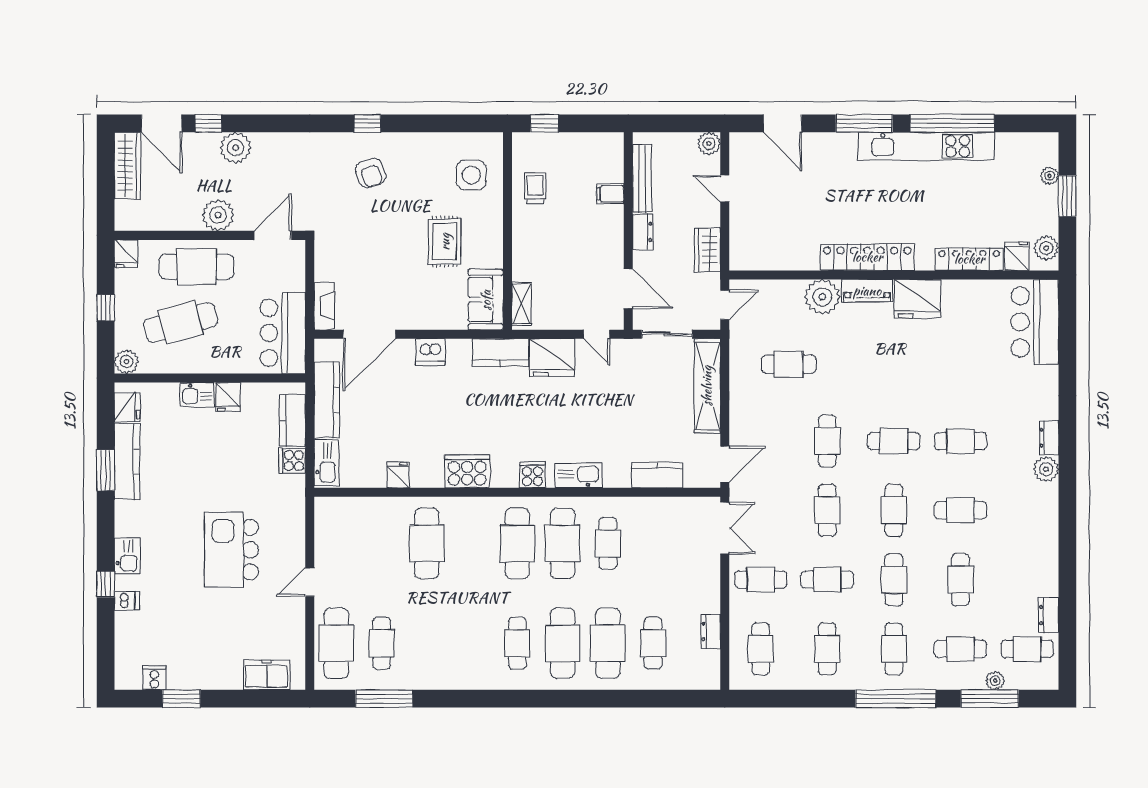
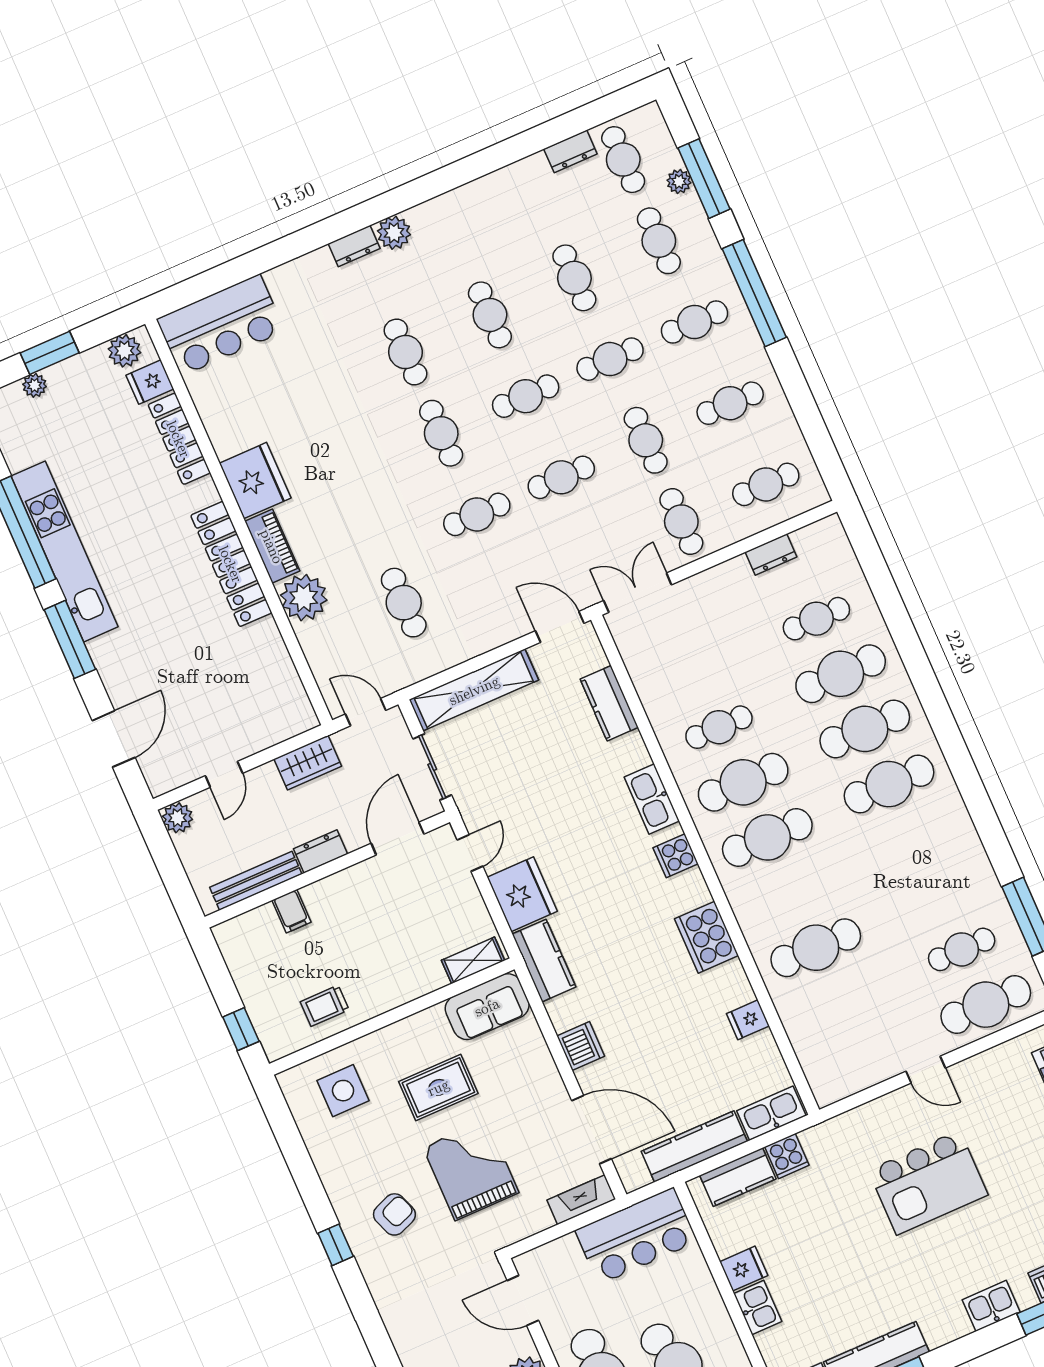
grand piano: (378, 239) -> (471, 1170), added
cafe table: (961, 580) -> (574, 278), turned 90
cafe table: (517, 643) -> (889, 784), width x1.37, depth x1.35

